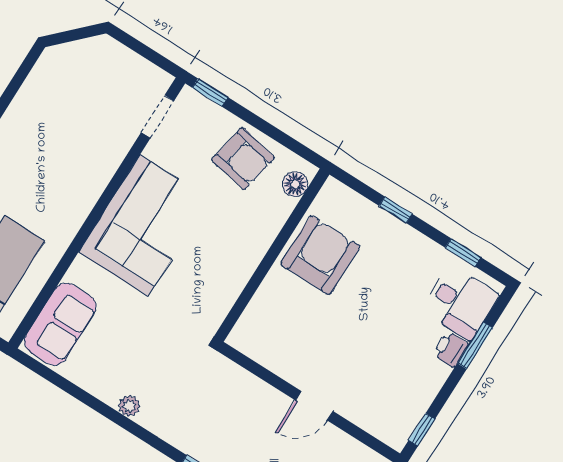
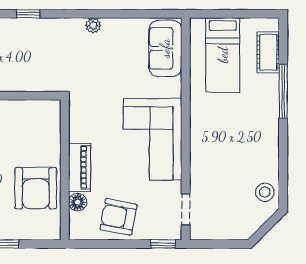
stool: (50, 78) -> (265, 192), added
floor lamp: (295, 184) -> (78, 202), moved
piano: (252, 247) -> (80, 167), added

